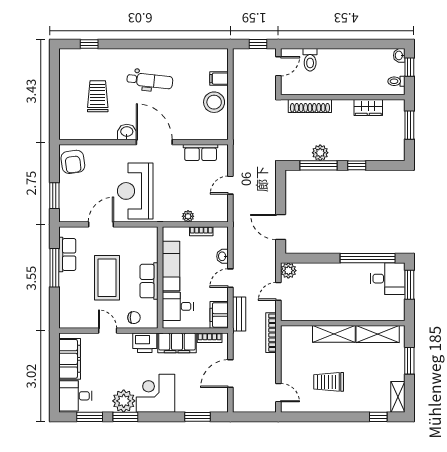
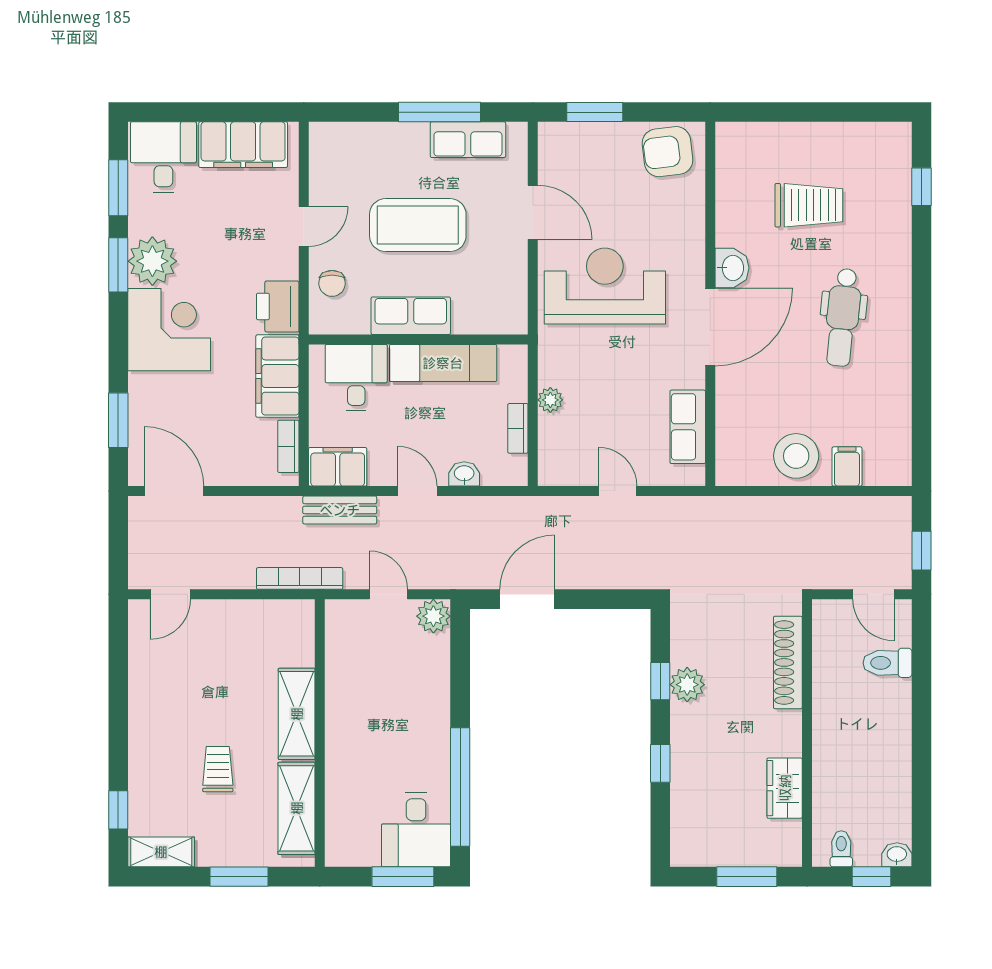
window: (319, 165) -> (660, 681), width x0.46
door: (230, 374) -> (174, 491), moved
trolley: (329, 382) -> (218, 769), moved, width x0.73, depth x0.72

